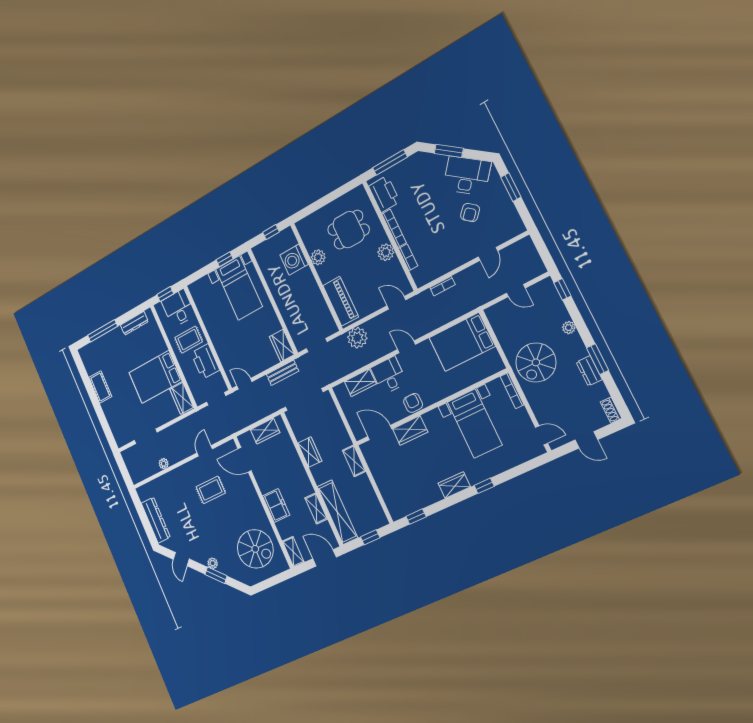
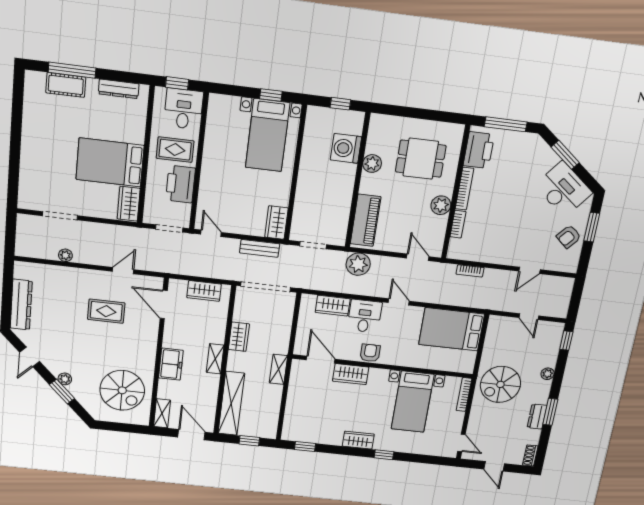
armchair: (470, 213) -> (569, 237), moved
cot: (100, 387) -> (66, 85), moved, turned 90
shelving: (316, 508) -> (215, 359), moved

